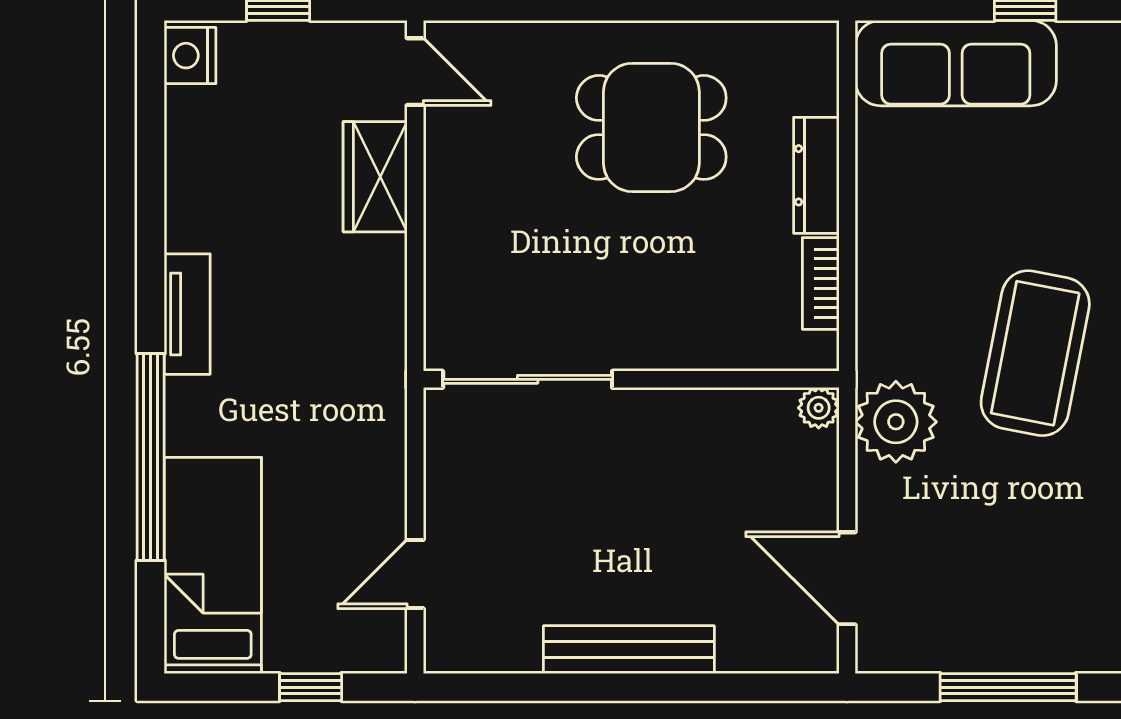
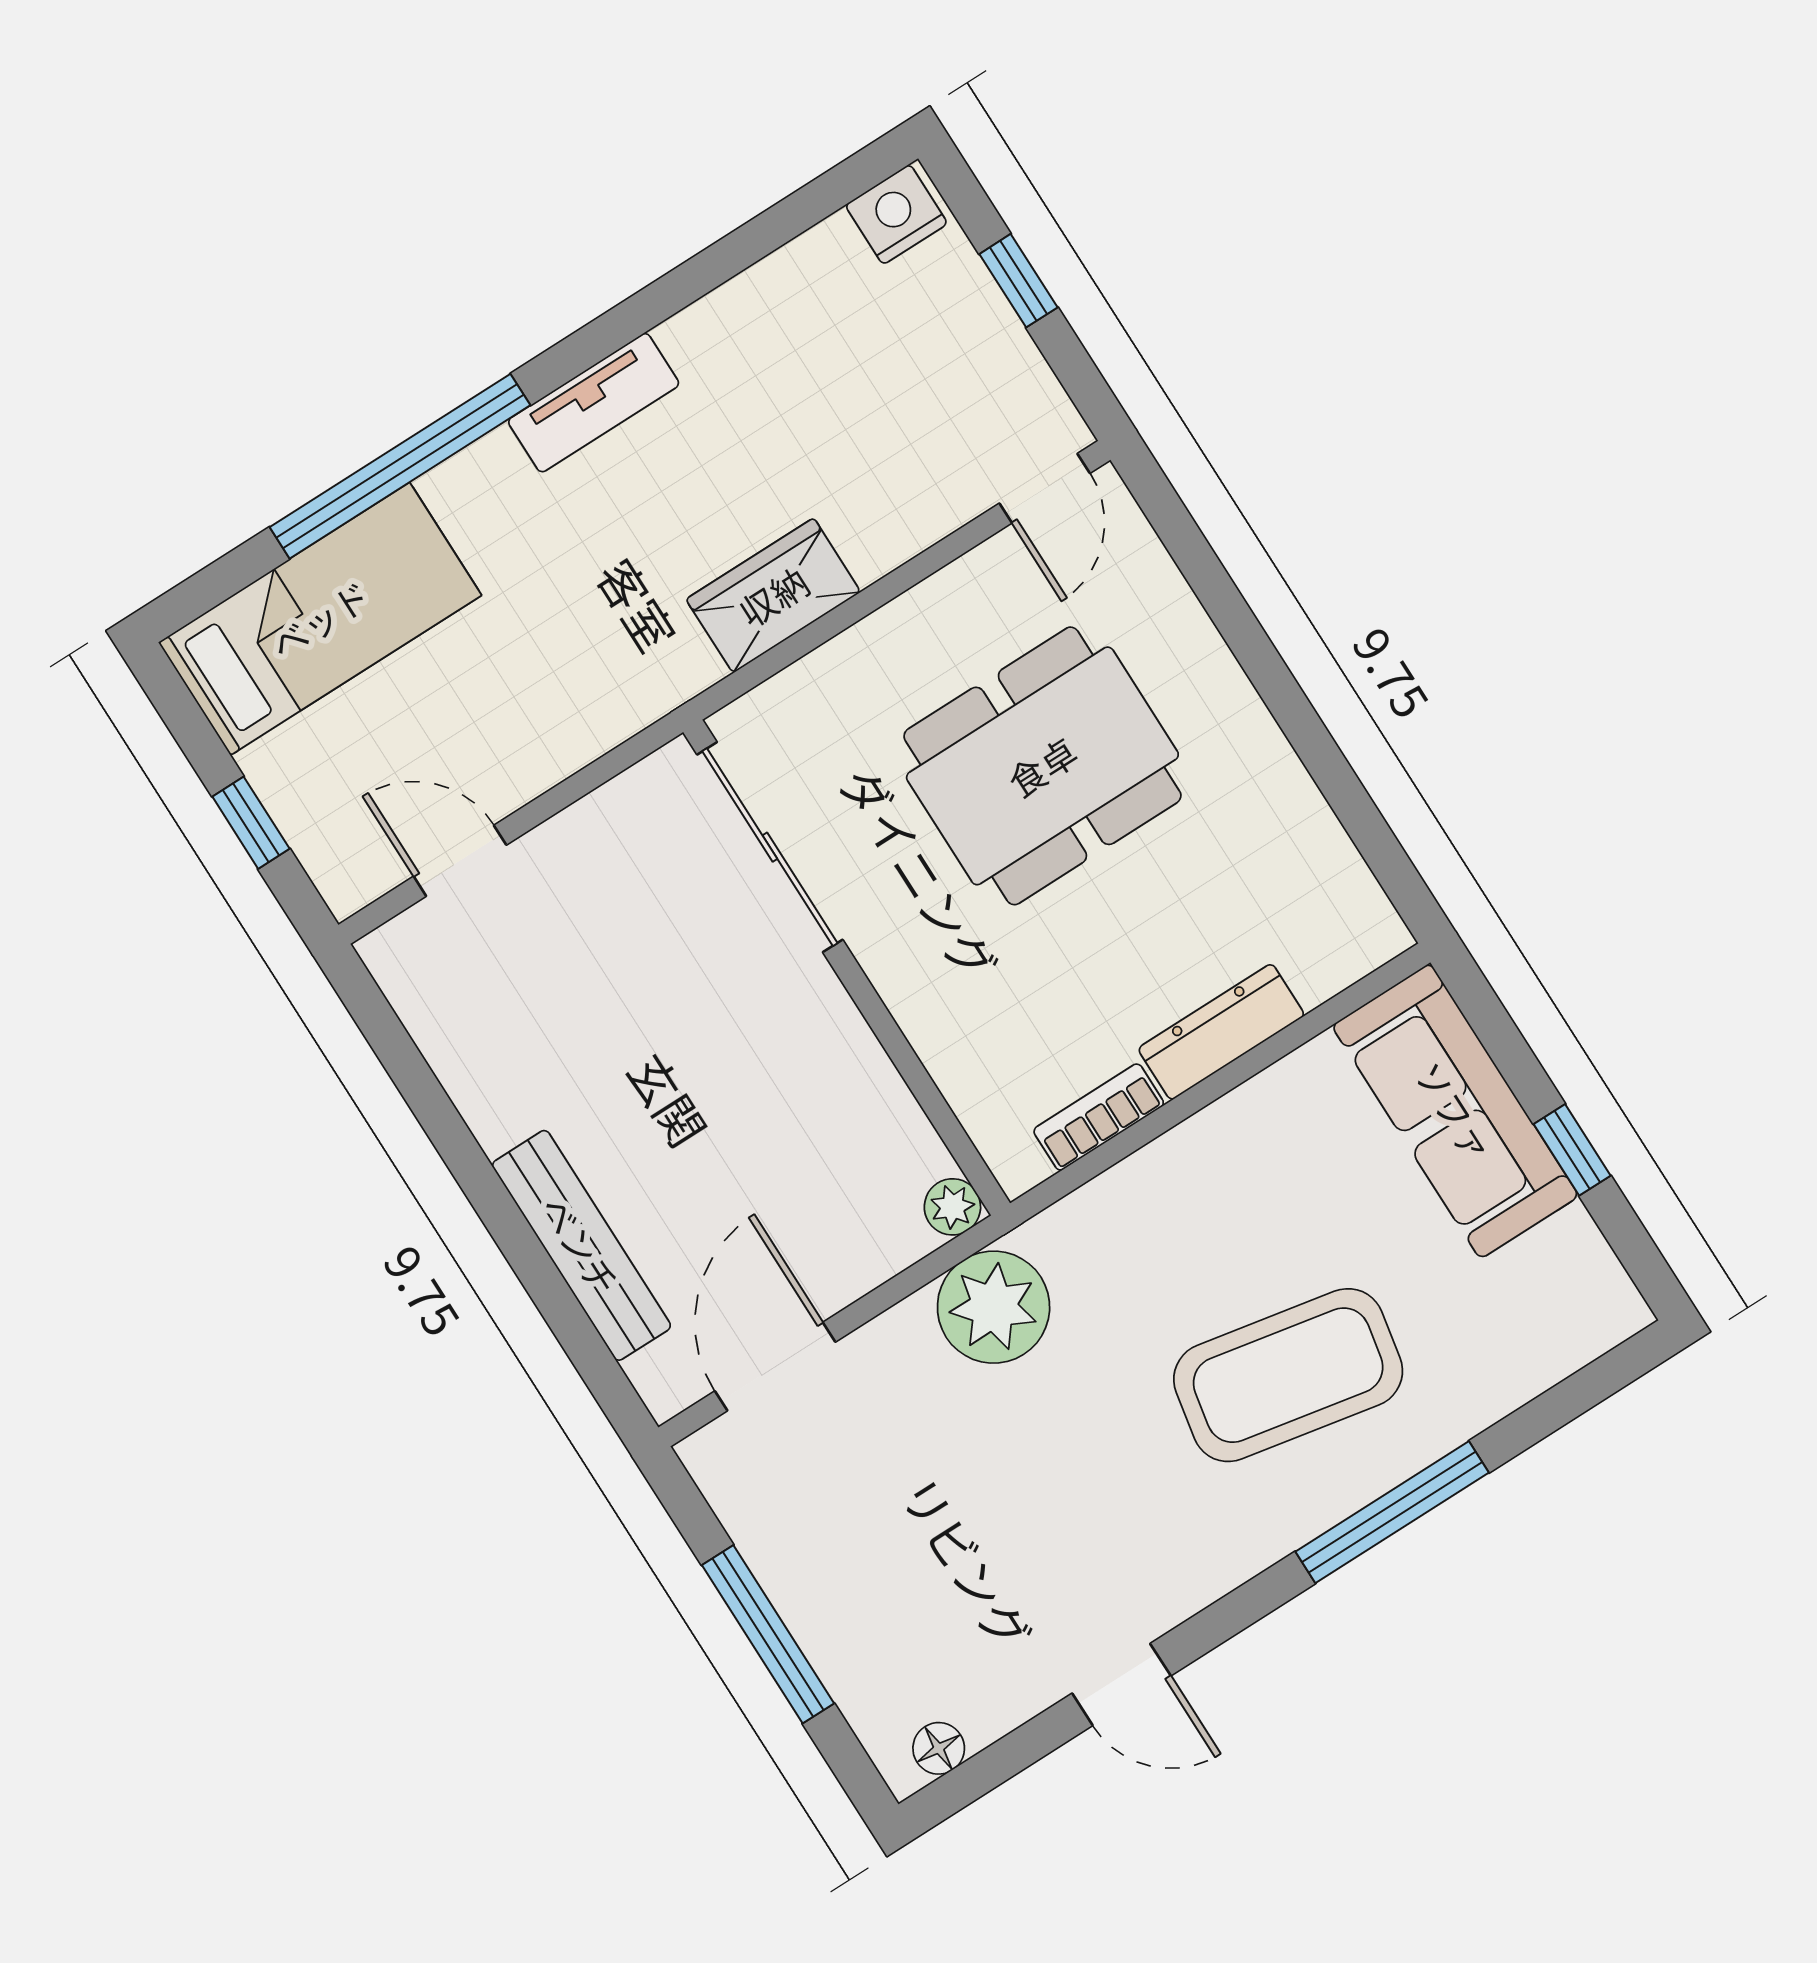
dining table: (651, 127) -> (1042, 766), moved, width x1.38
wardrobe: (375, 177) -> (773, 596), moved
coffee table: (1035, 353) -> (1288, 1375), moved
bench: (629, 650) -> (581, 1245), moved

